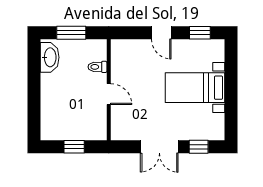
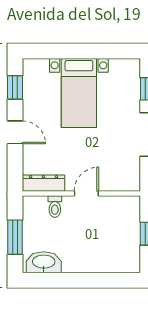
door: (161, 33) -> (15, 132), hinge flipped
dresser: (118, 57) -> (43, 183), added

